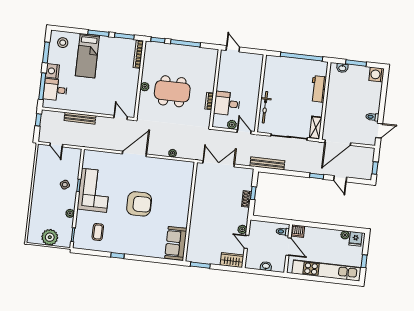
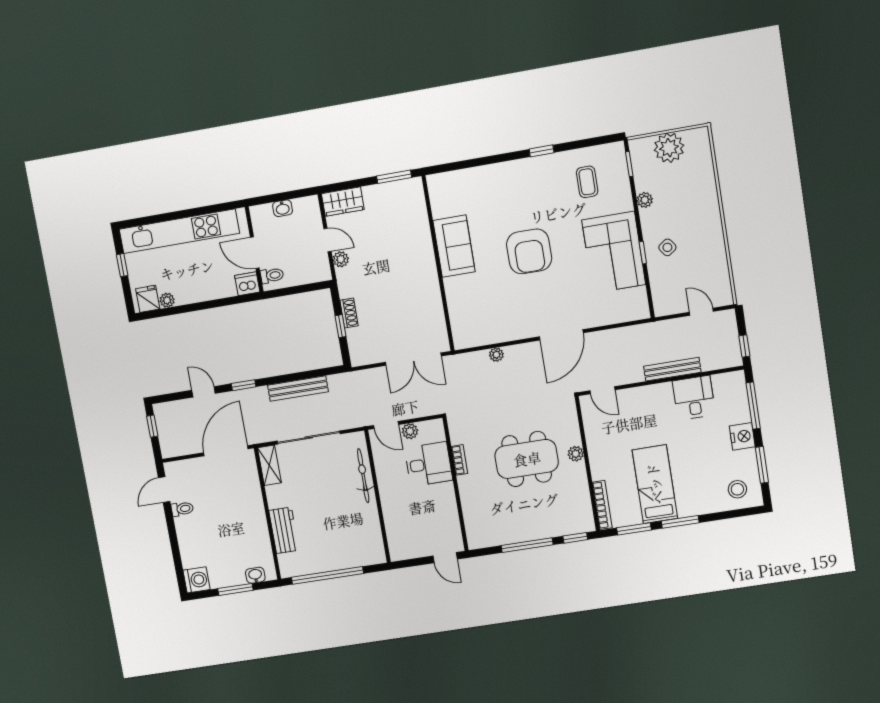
bed: (87, 56) -> (655, 484), moved
desk: (55, 90) -> (694, 398), moved, turned -90
bench: (267, 163) -> (298, 389), moved
armchair: (139, 204) -> (529, 251), turned -90
sofa: (176, 243) -> (454, 246), moved

